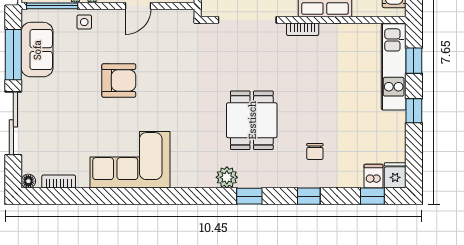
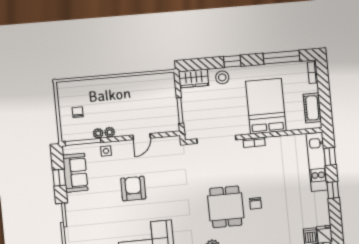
window: (13, 55) -> (59, 178), width x0.46
armchair: (119, 80) -> (133, 189), turned -90
chair: (315, 151) -> (255, 203), moved

